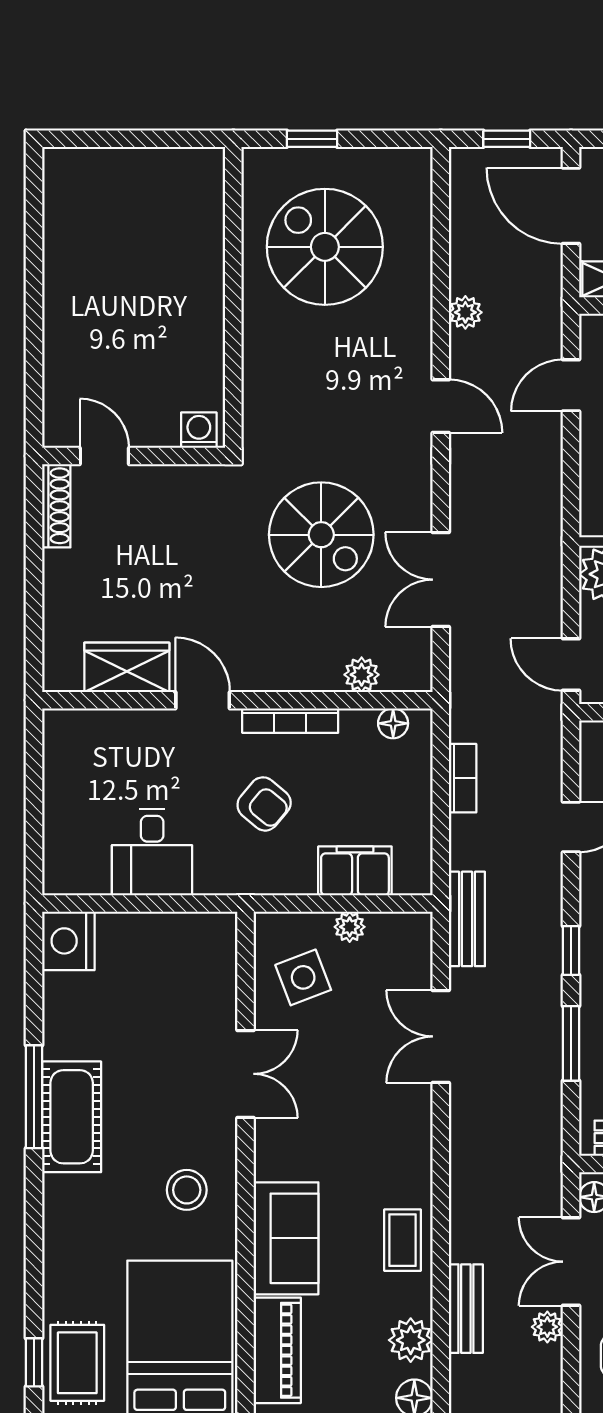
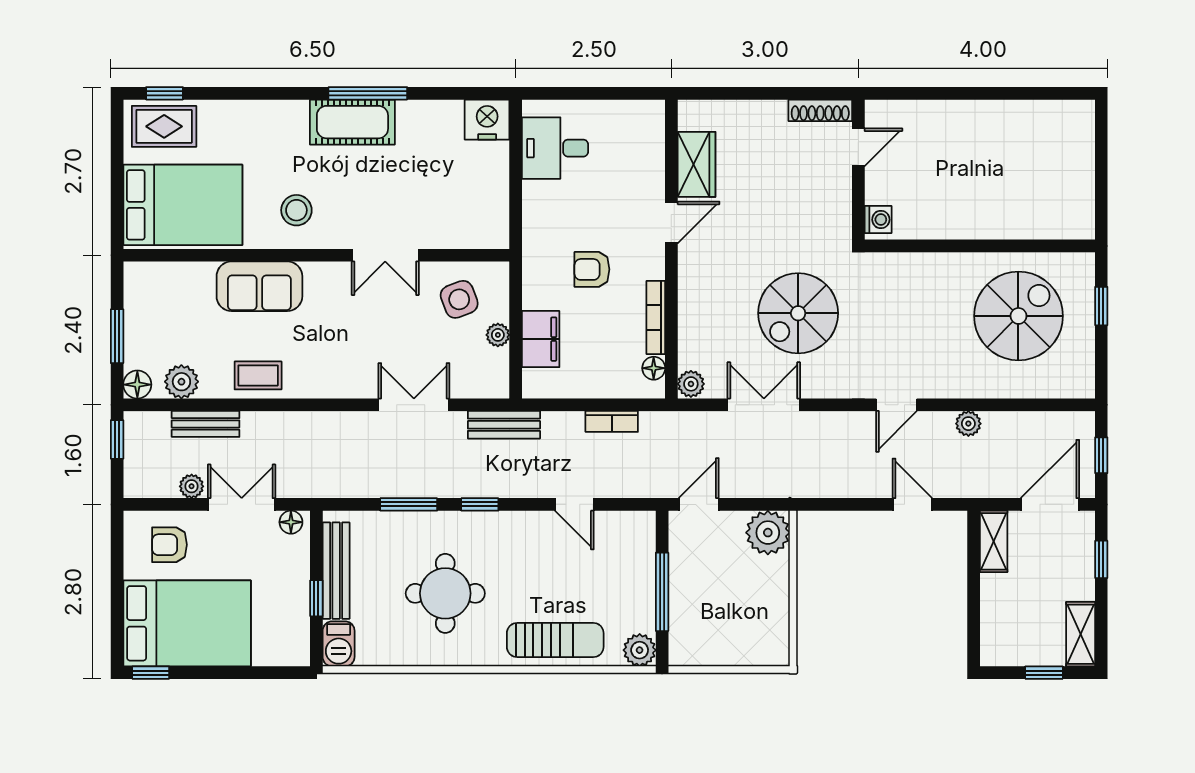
plant: (362, 675) -> (691, 384), moved
bookcase: (290, 721) -> (656, 317), moved
armchair: (264, 804) -> (592, 269), turned 50
desk: (152, 852) -> (555, 148), moved
piano: (277, 1350) -> (174, 280), removed

